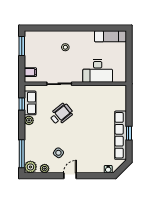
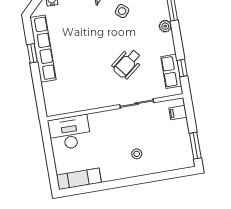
desk: (98, 71) -> (69, 133), moved
plant: (29, 120) -> (165, 26), moved

